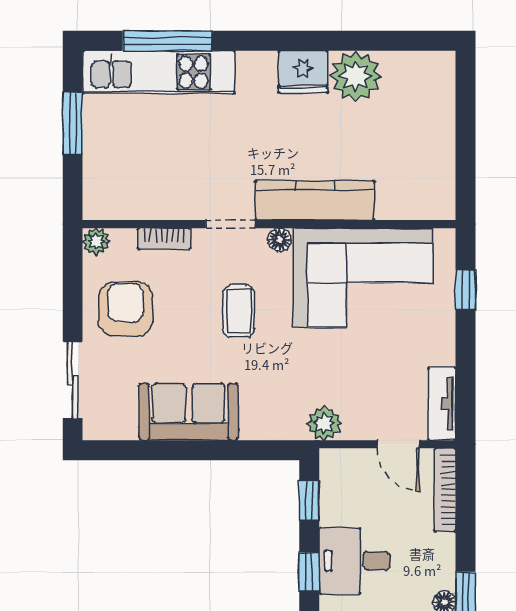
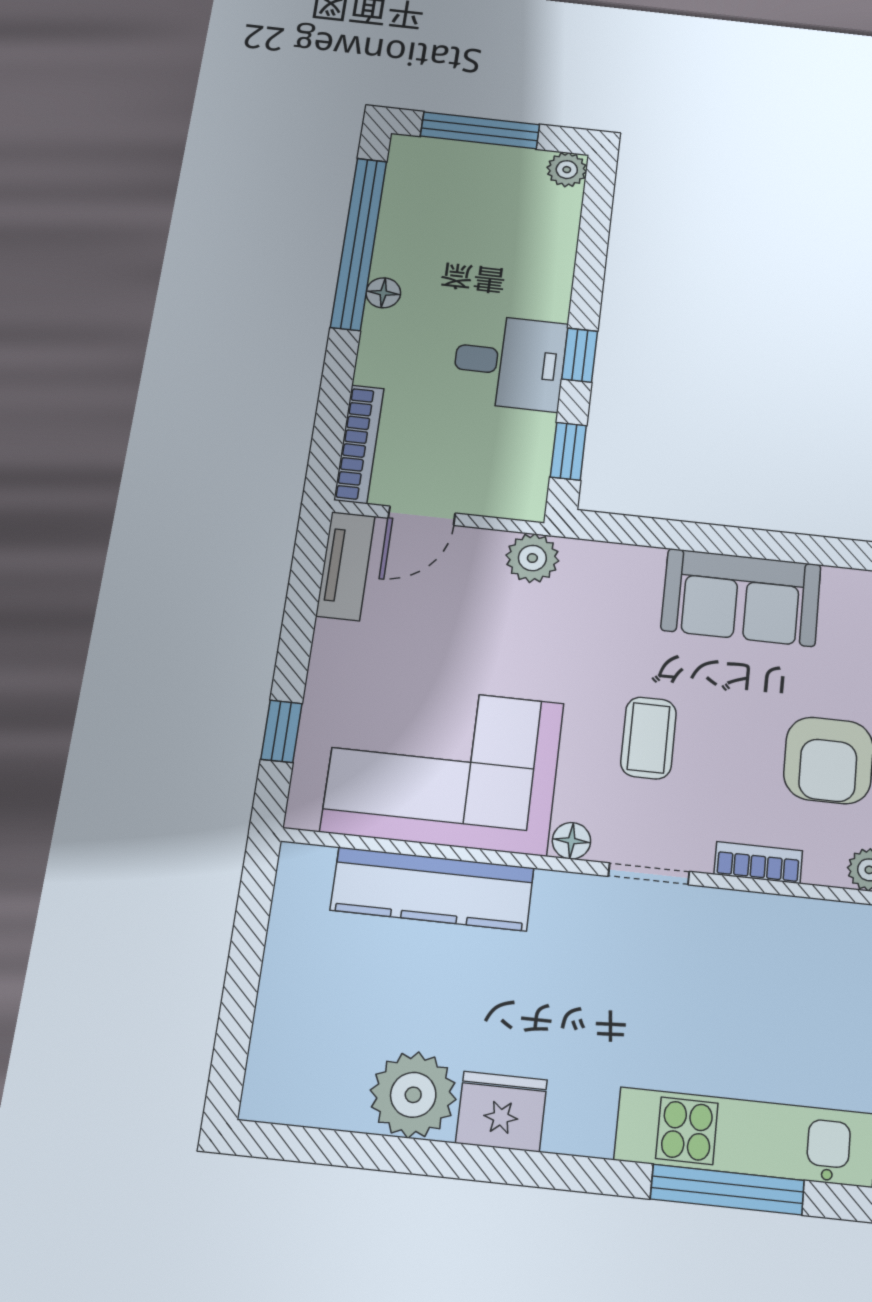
kitchen counter: (315, 200) -> (432, 889), moved
door: (398, 444) -> (422, 516), swing flipped

